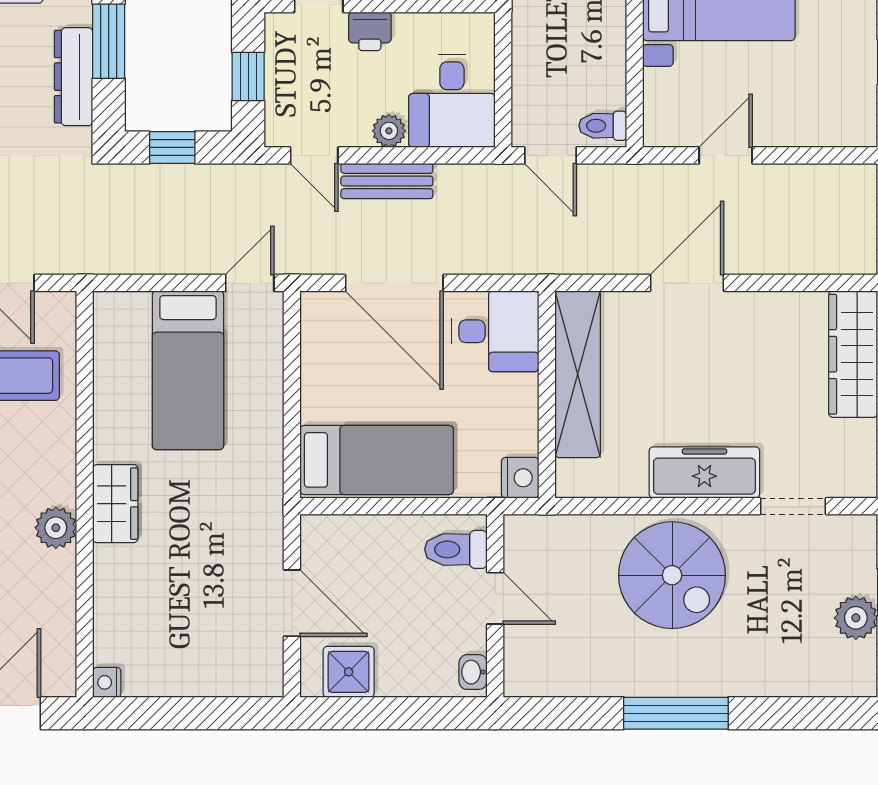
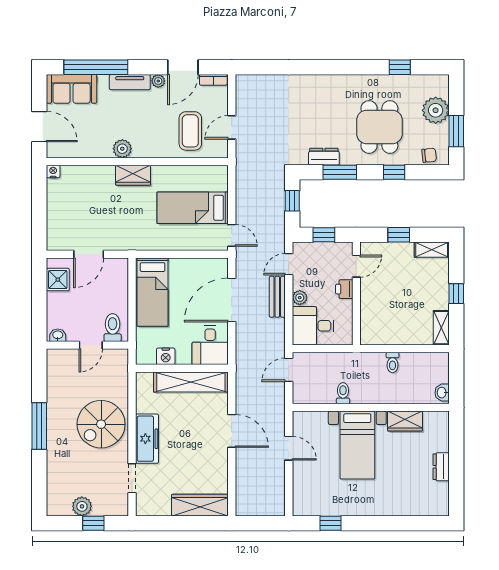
dresser: (74, 77) -> (324, 157), width x0.70
toilet: (603, 126) -> (343, 393), moved
nightstand: (520, 478) -> (166, 356), moved

